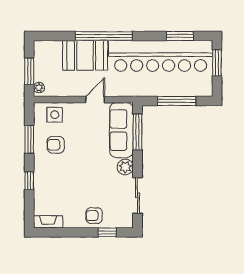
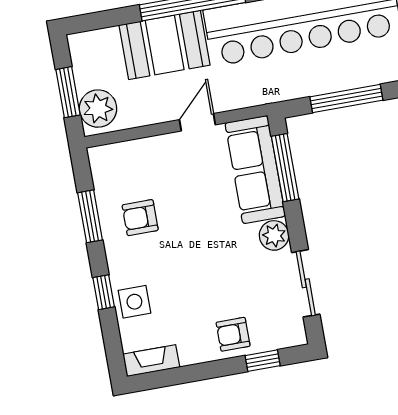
plant: (39, 87) -> (98, 109), width x1.88, depth x1.88
side table: (55, 115) -> (134, 302), moved

